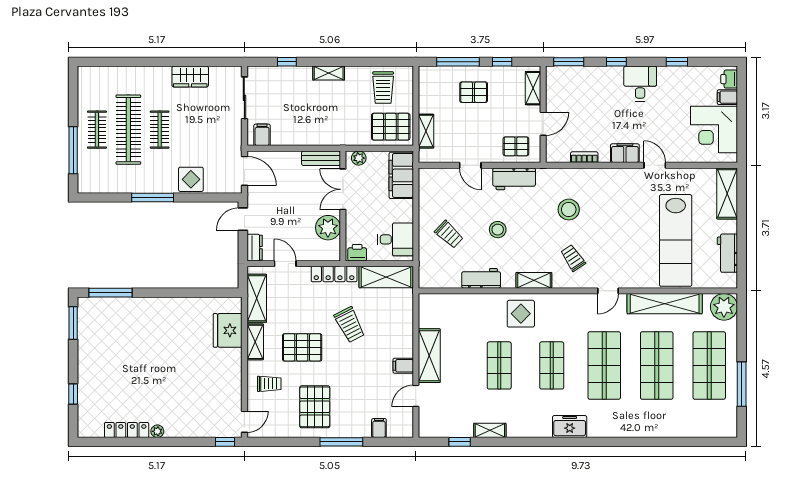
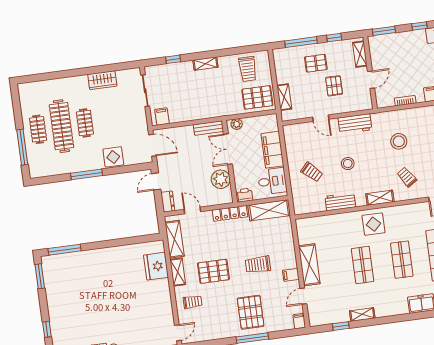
pallet: (516, 146) -> (334, 86), moved, turned 90
filing cabinet: (401, 175) -> (272, 150), moved
trolley: (350, 325) -> (258, 265), moved, turned 117
pallet: (315, 407) -> (251, 312), moved
filing cabinet: (379, 428) -> (299, 321), moved

